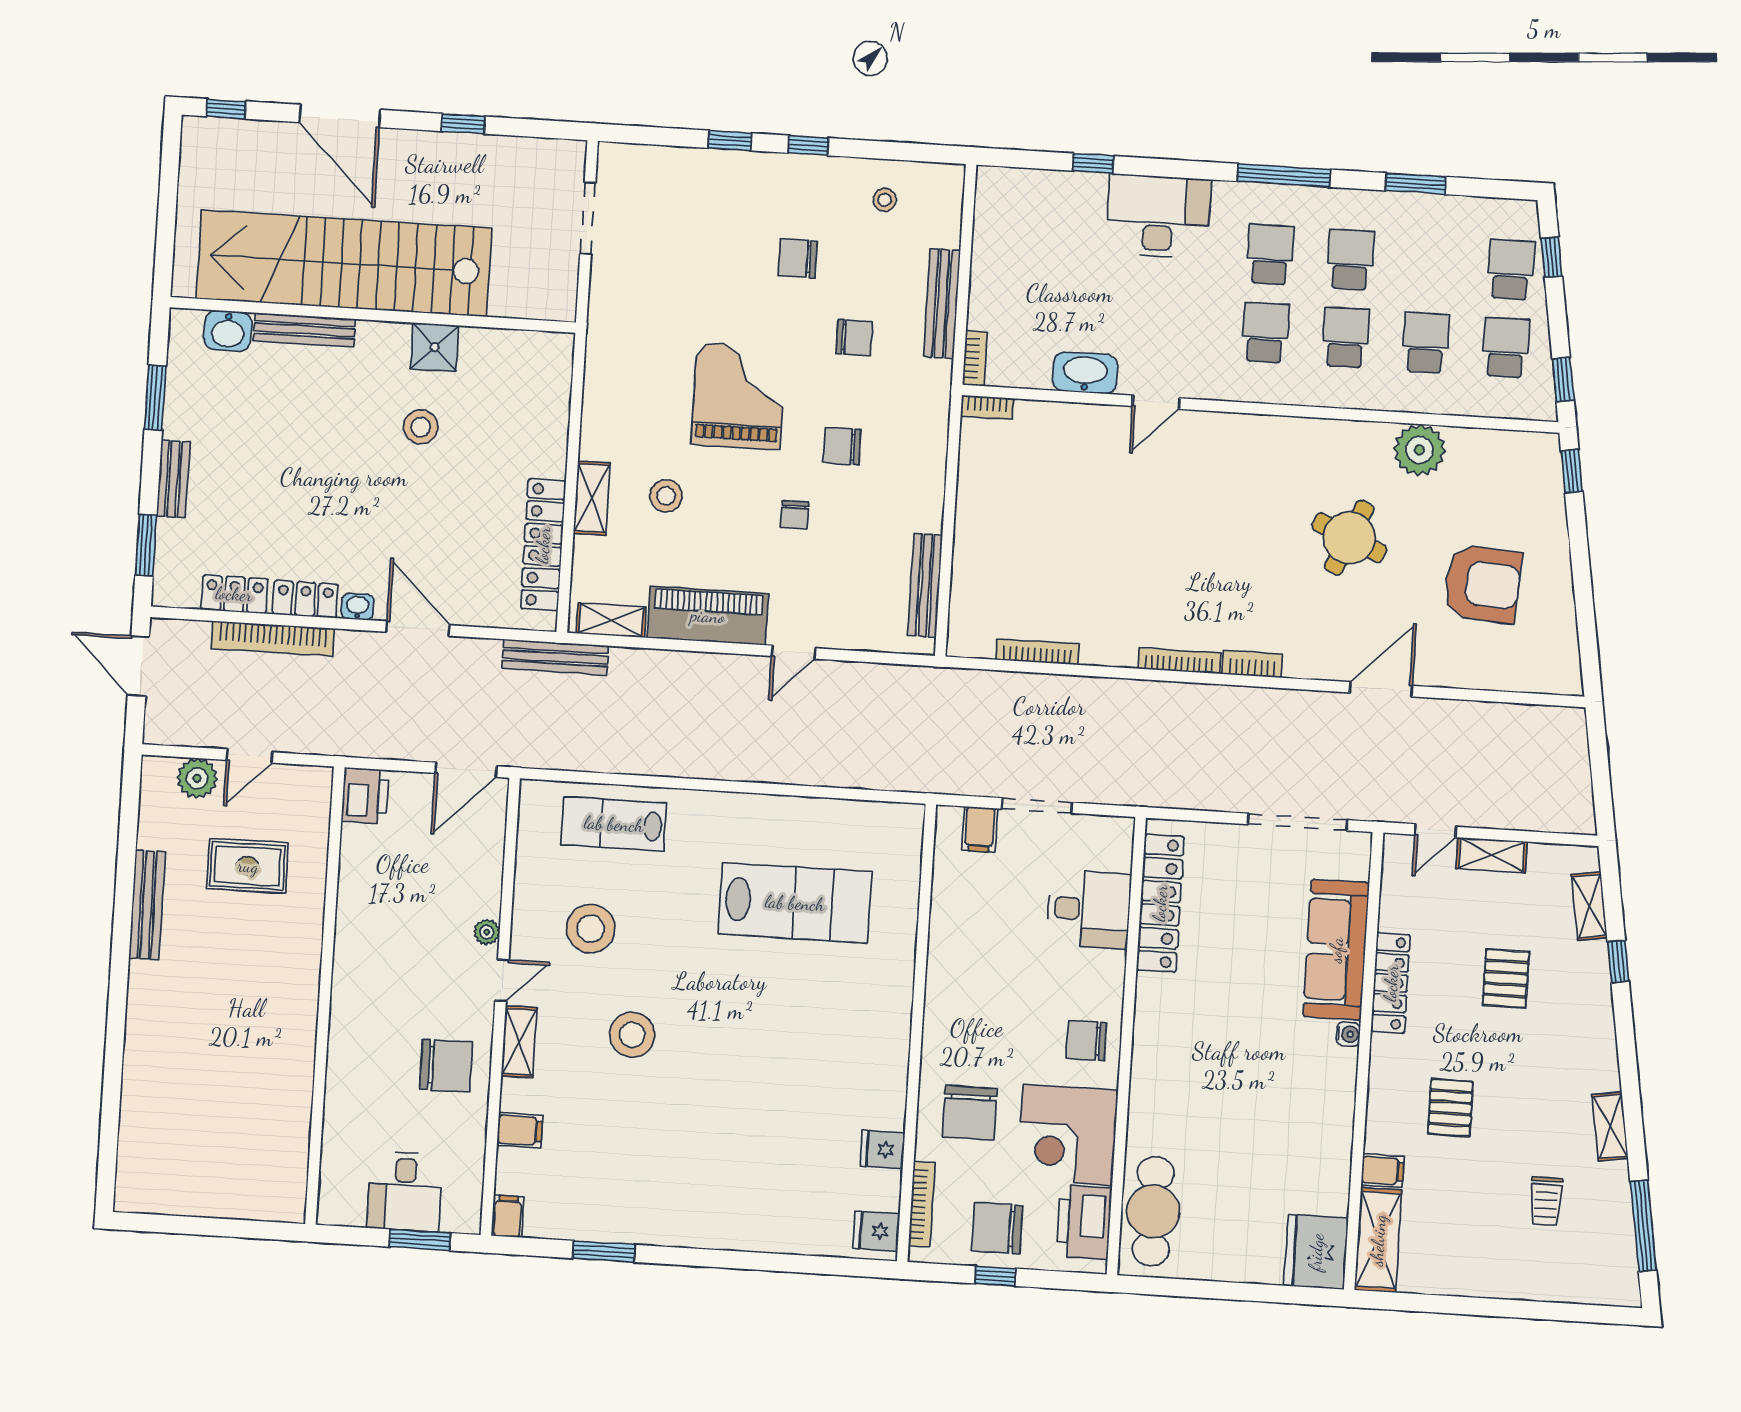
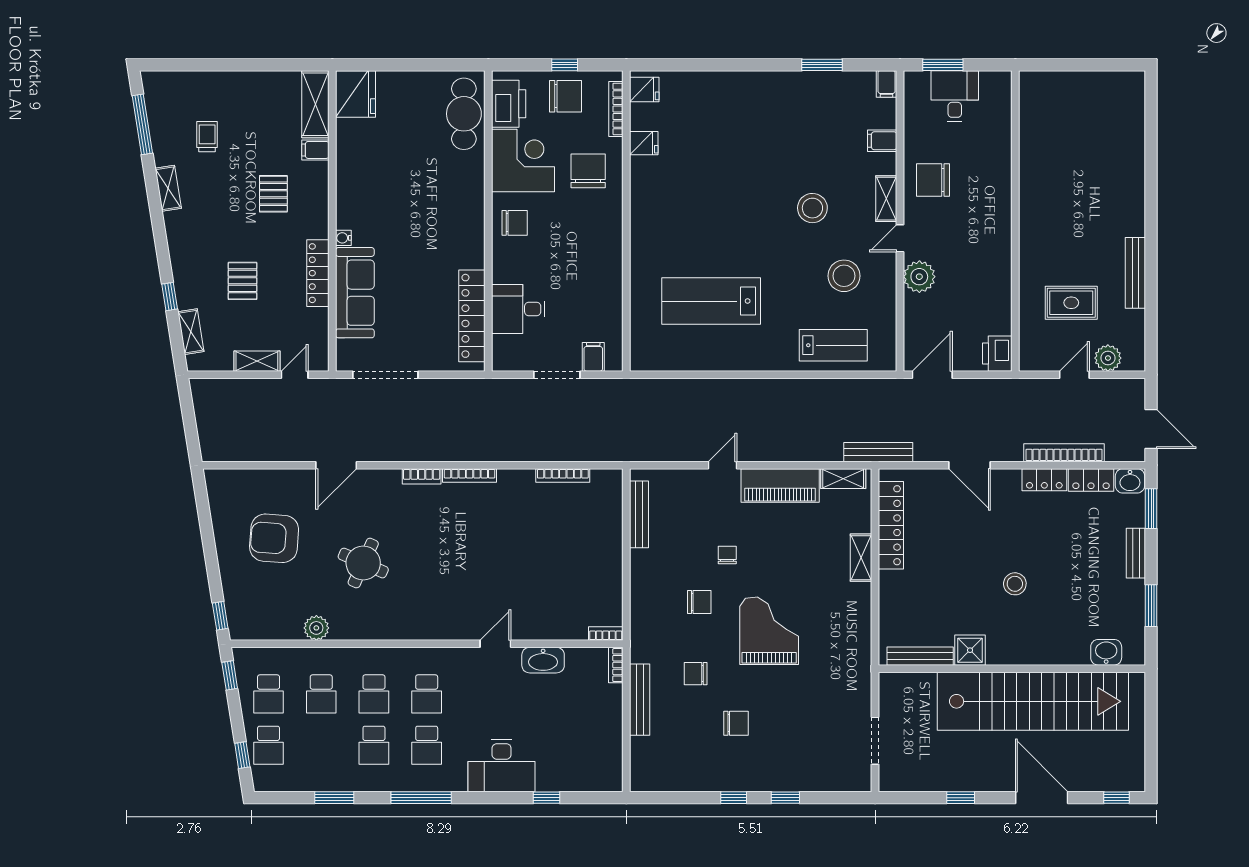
stool: (885, 200) -> (681, 765), removed
bench: (305, 330) -> (920, 656), moved
grand piano: (738, 396) -> (769, 631), turned 180
stool: (421, 427) -> (1015, 584), moved
plant: (1419, 450) -> (316, 628), width x0.73, depth x0.73
stool: (666, 496) -> (812, 562), removed
washbasin: (358, 607) -> (1130, 481), moved, width x1.38, depth x1.45
plant: (487, 932) -> (919, 277), width x1.88, depth x1.88

